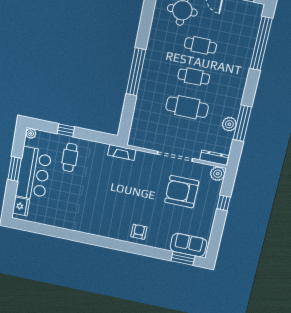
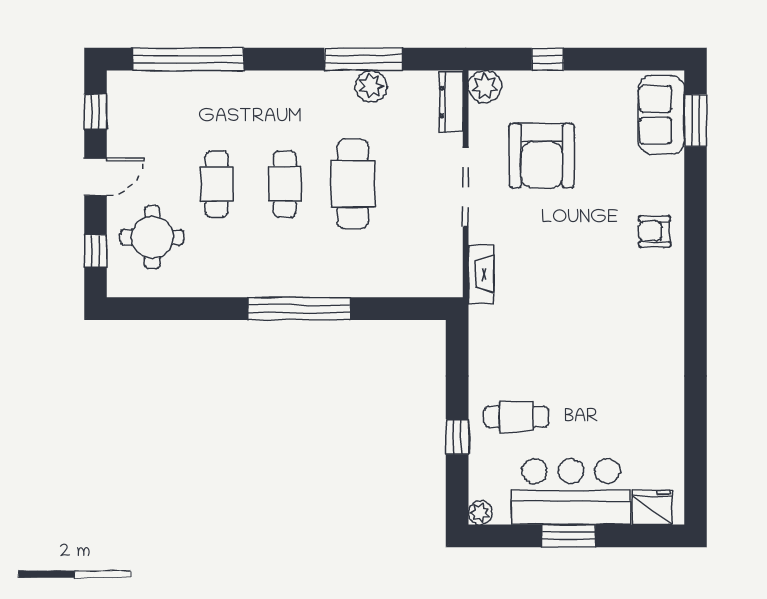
fireplace: (122, 152) -> (481, 274), moved

